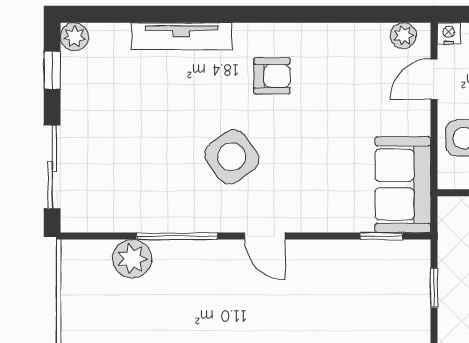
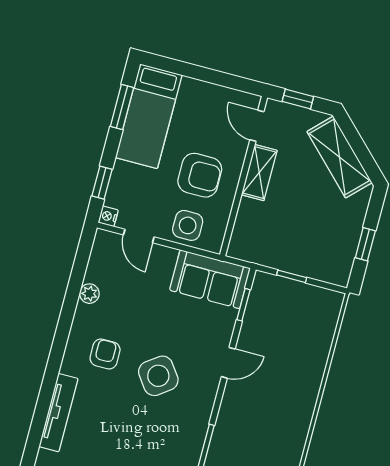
plant: (403, 36) -> (89, 294), moved
side table: (232, 157) -> (158, 376), moved
door: (265, 236) -> (228, 363), moved

